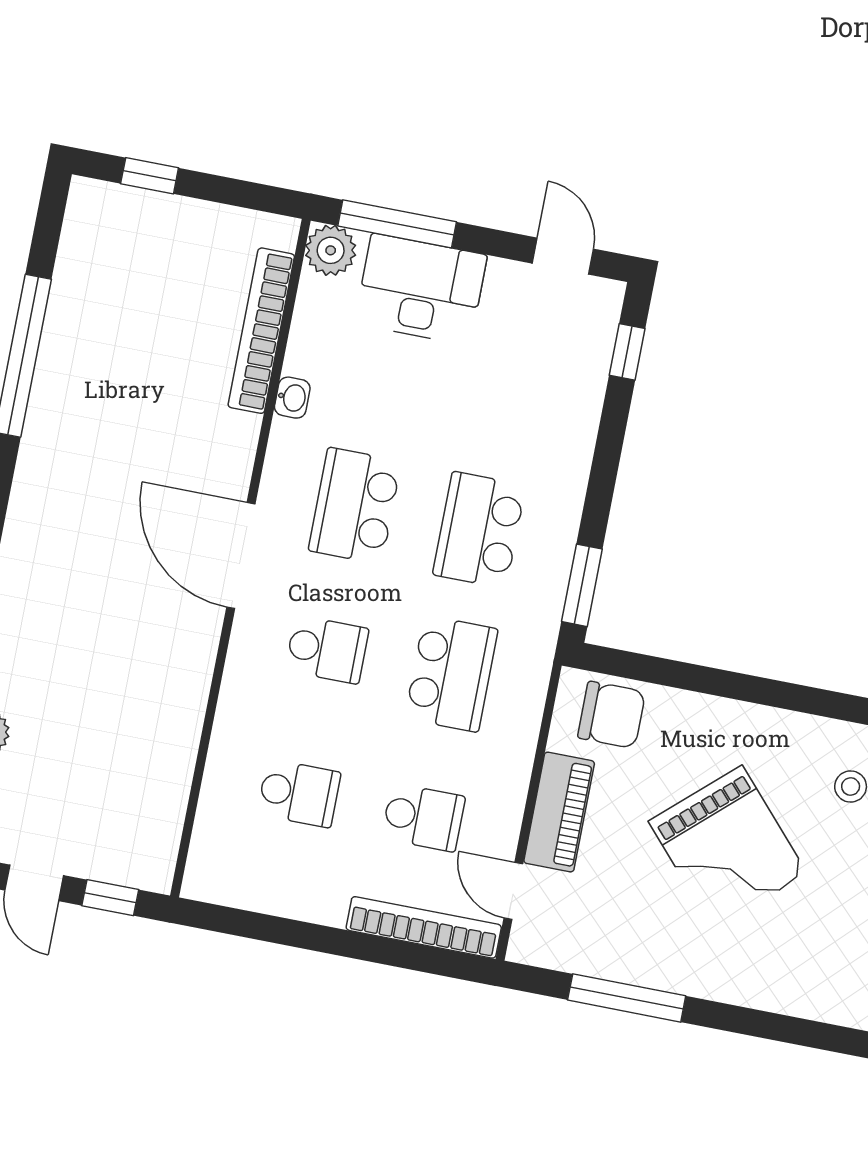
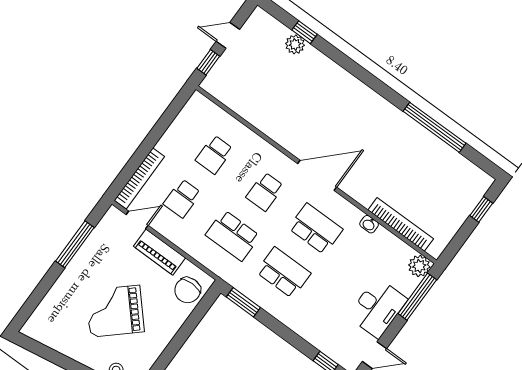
desk: (421, 289) -> (377, 308), moved

